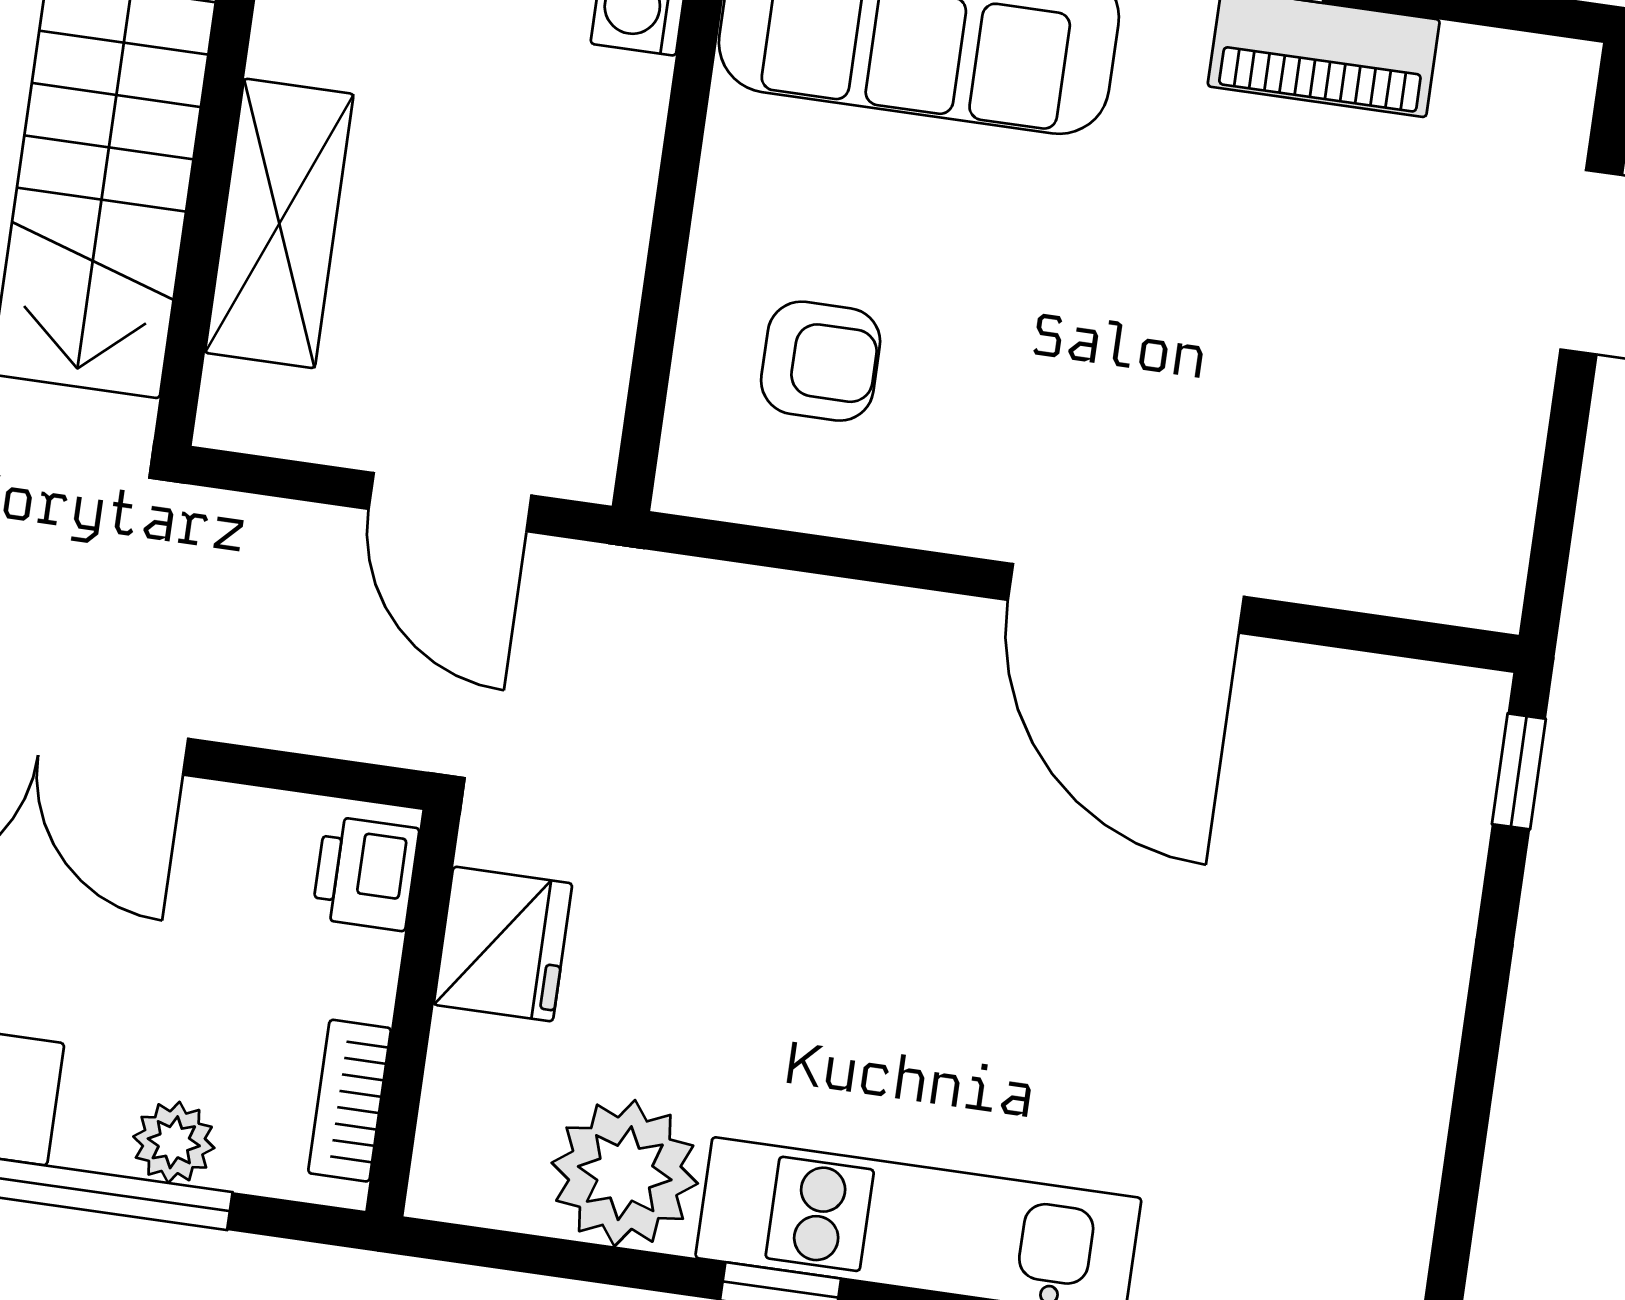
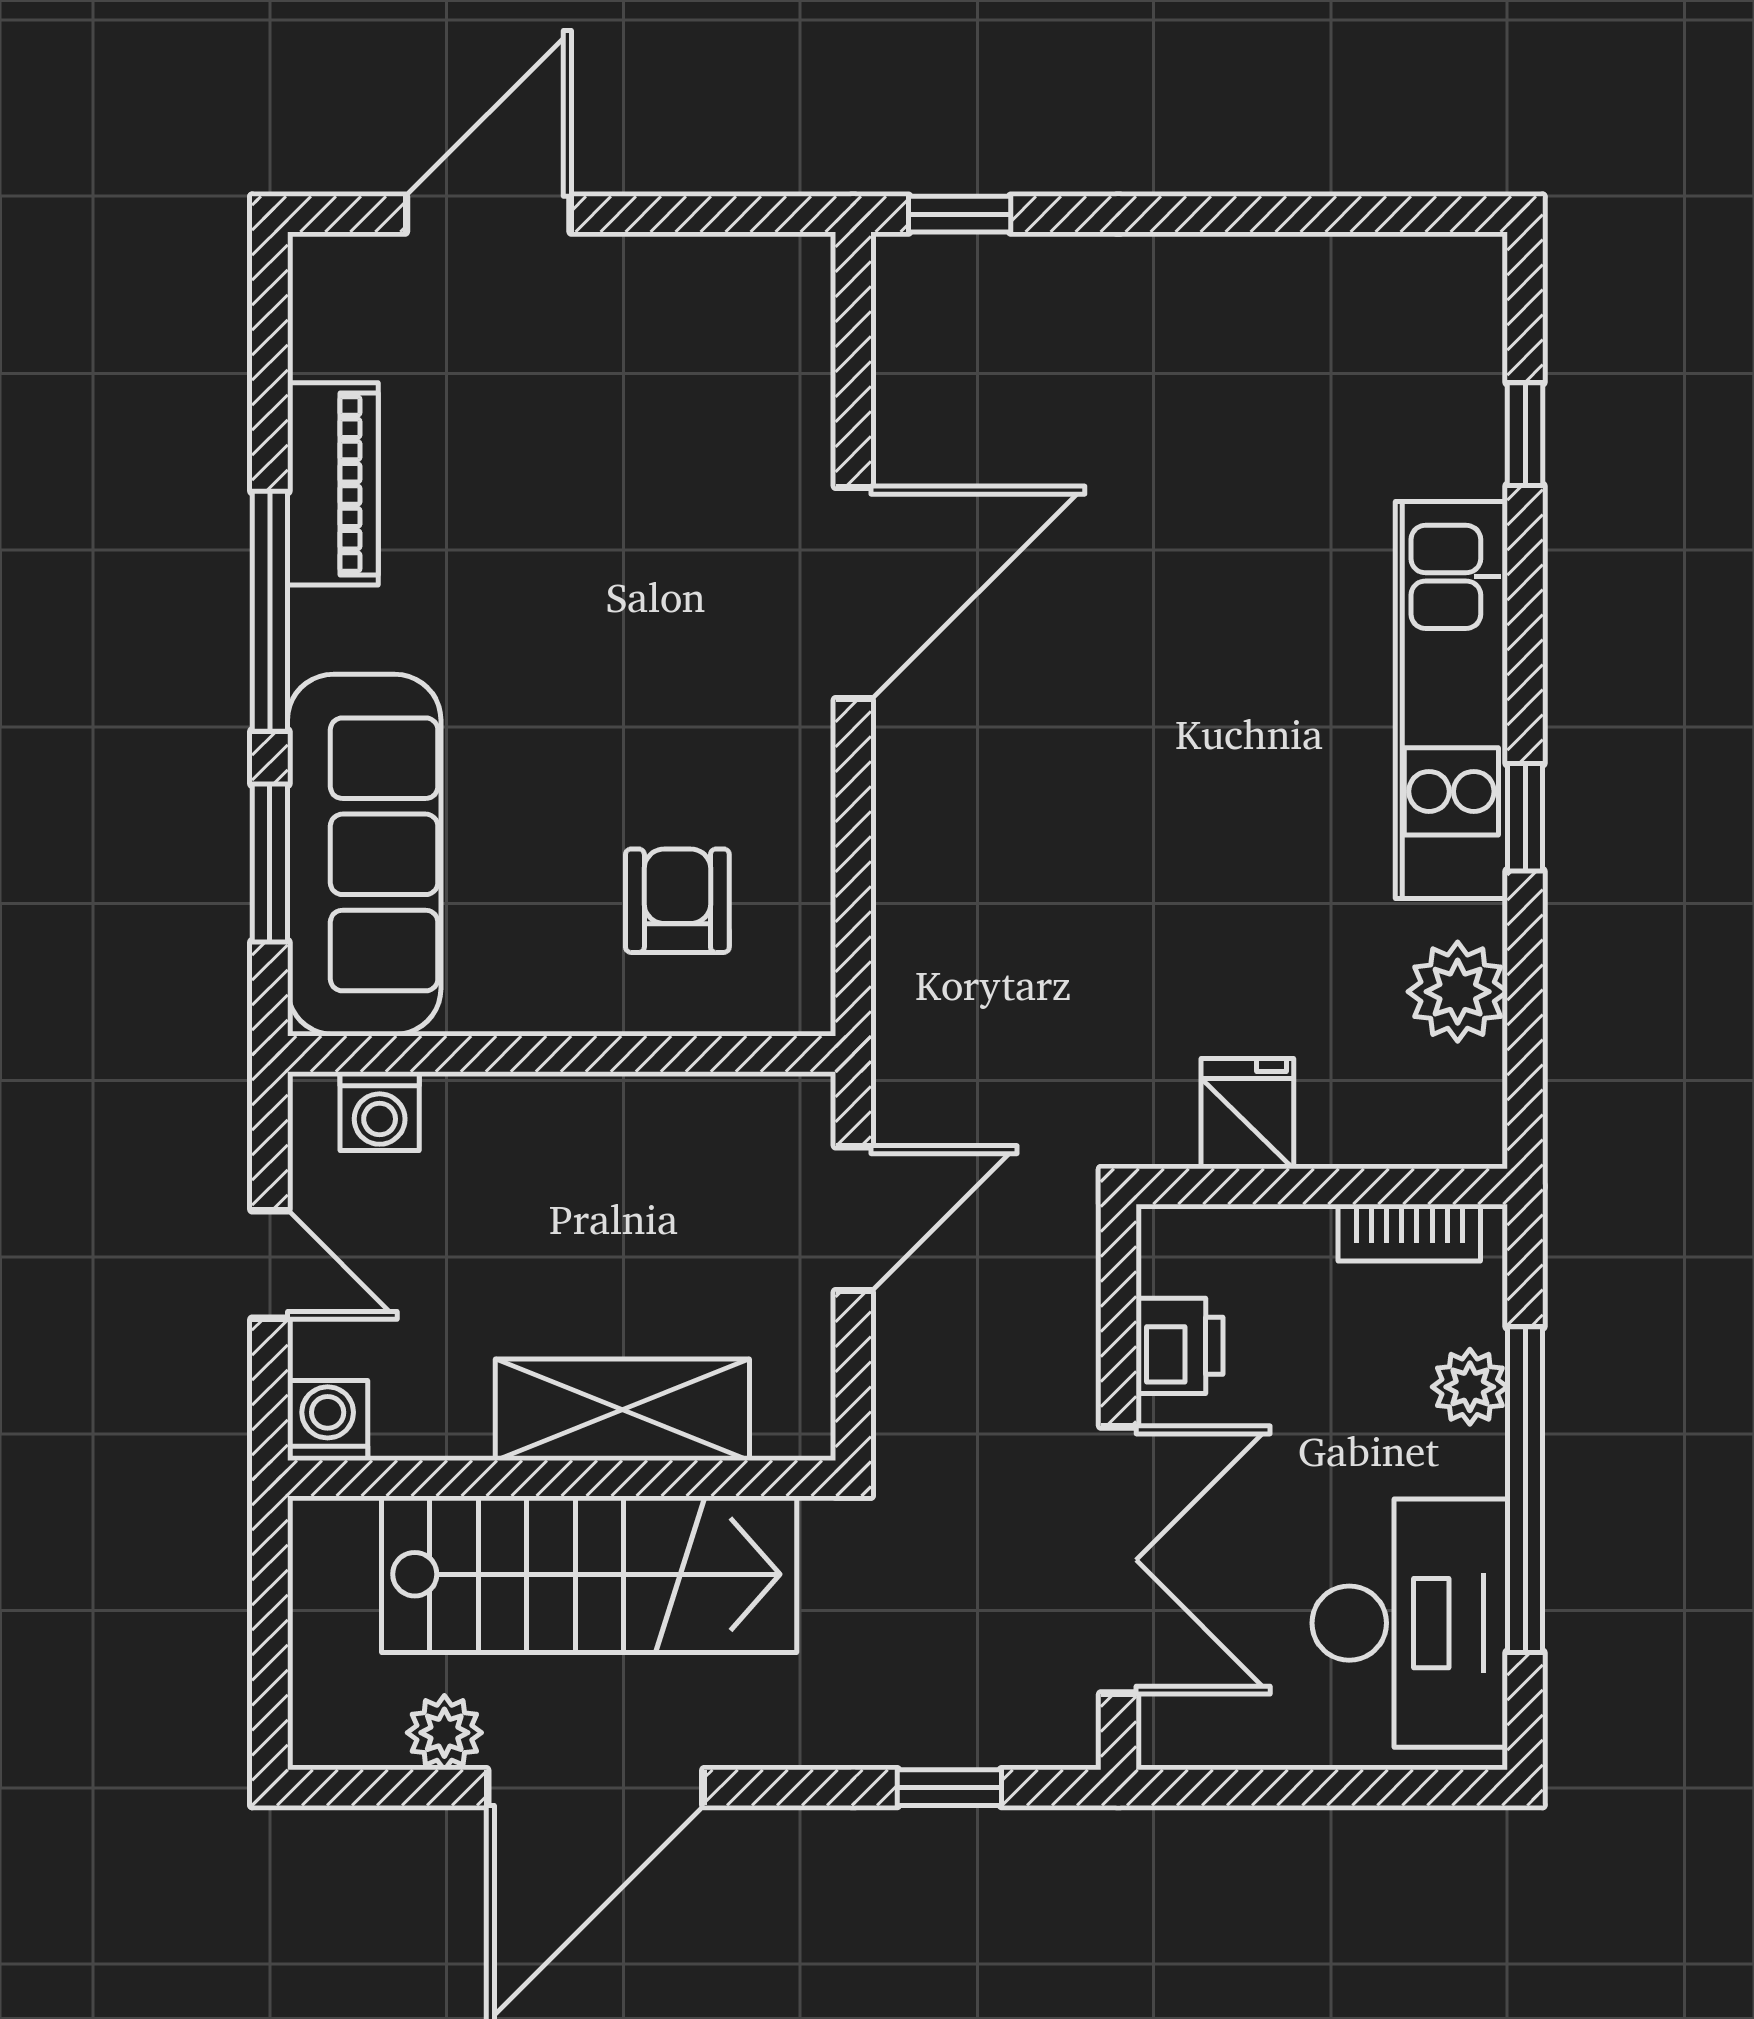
printer: (365, 873) -> (1180, 1346), moved, turned -90
fridge: (503, 944) -> (1247, 1114), width x0.72
plant: (625, 1173) -> (1458, 992), width x0.73, depth x0.73

